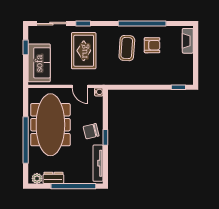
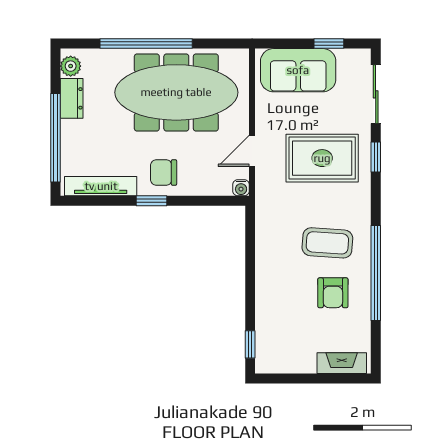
chair: (91, 131) -> (164, 172), turned -76

